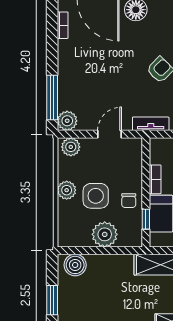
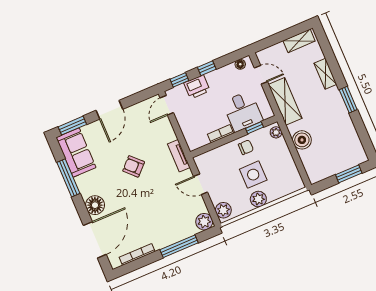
bookcase: (63, 25) -> (137, 254), width x1.56
window: (52, 98) -> (179, 246), moved
plant: (105, 234) -> (276, 132), moved, width x0.53, depth x0.53
boiler: (75, 265) -> (302, 140), moved

